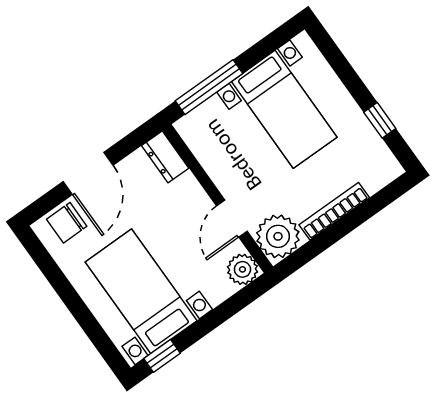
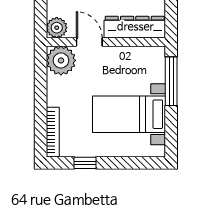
dresser: (165, 157) -> (135, 27), width x1.96, depth x1.24
bookcase: (334, 211) -> (53, 132), moved

